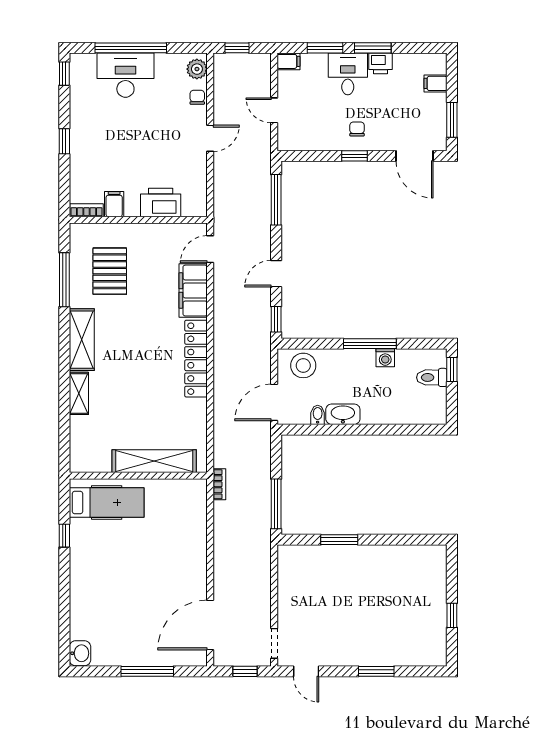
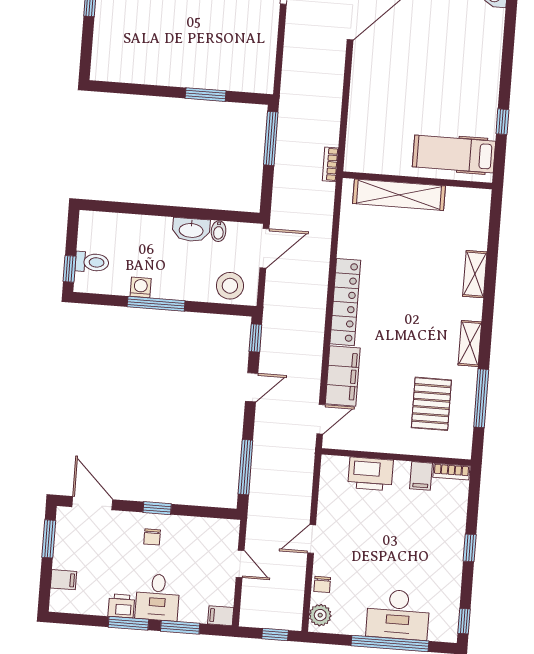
shelving: (82, 340) -> (470, 343), width x0.67, depth x0.75

